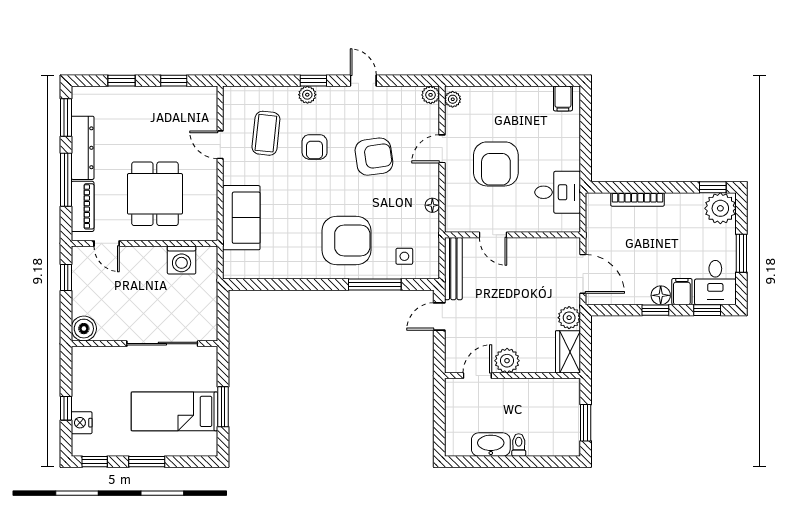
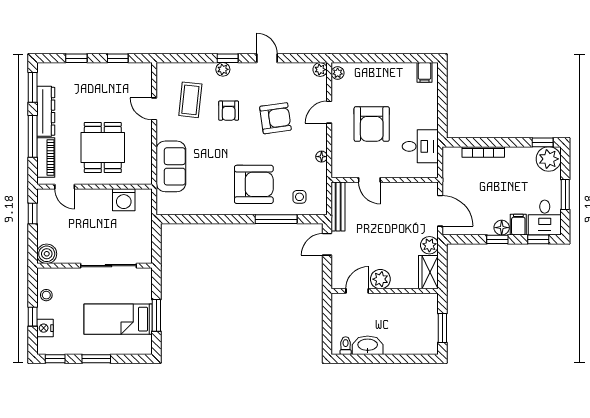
stool: (83, 381) -> (46, 295), added
toilet: (519, 445) -> (346, 346), moved

